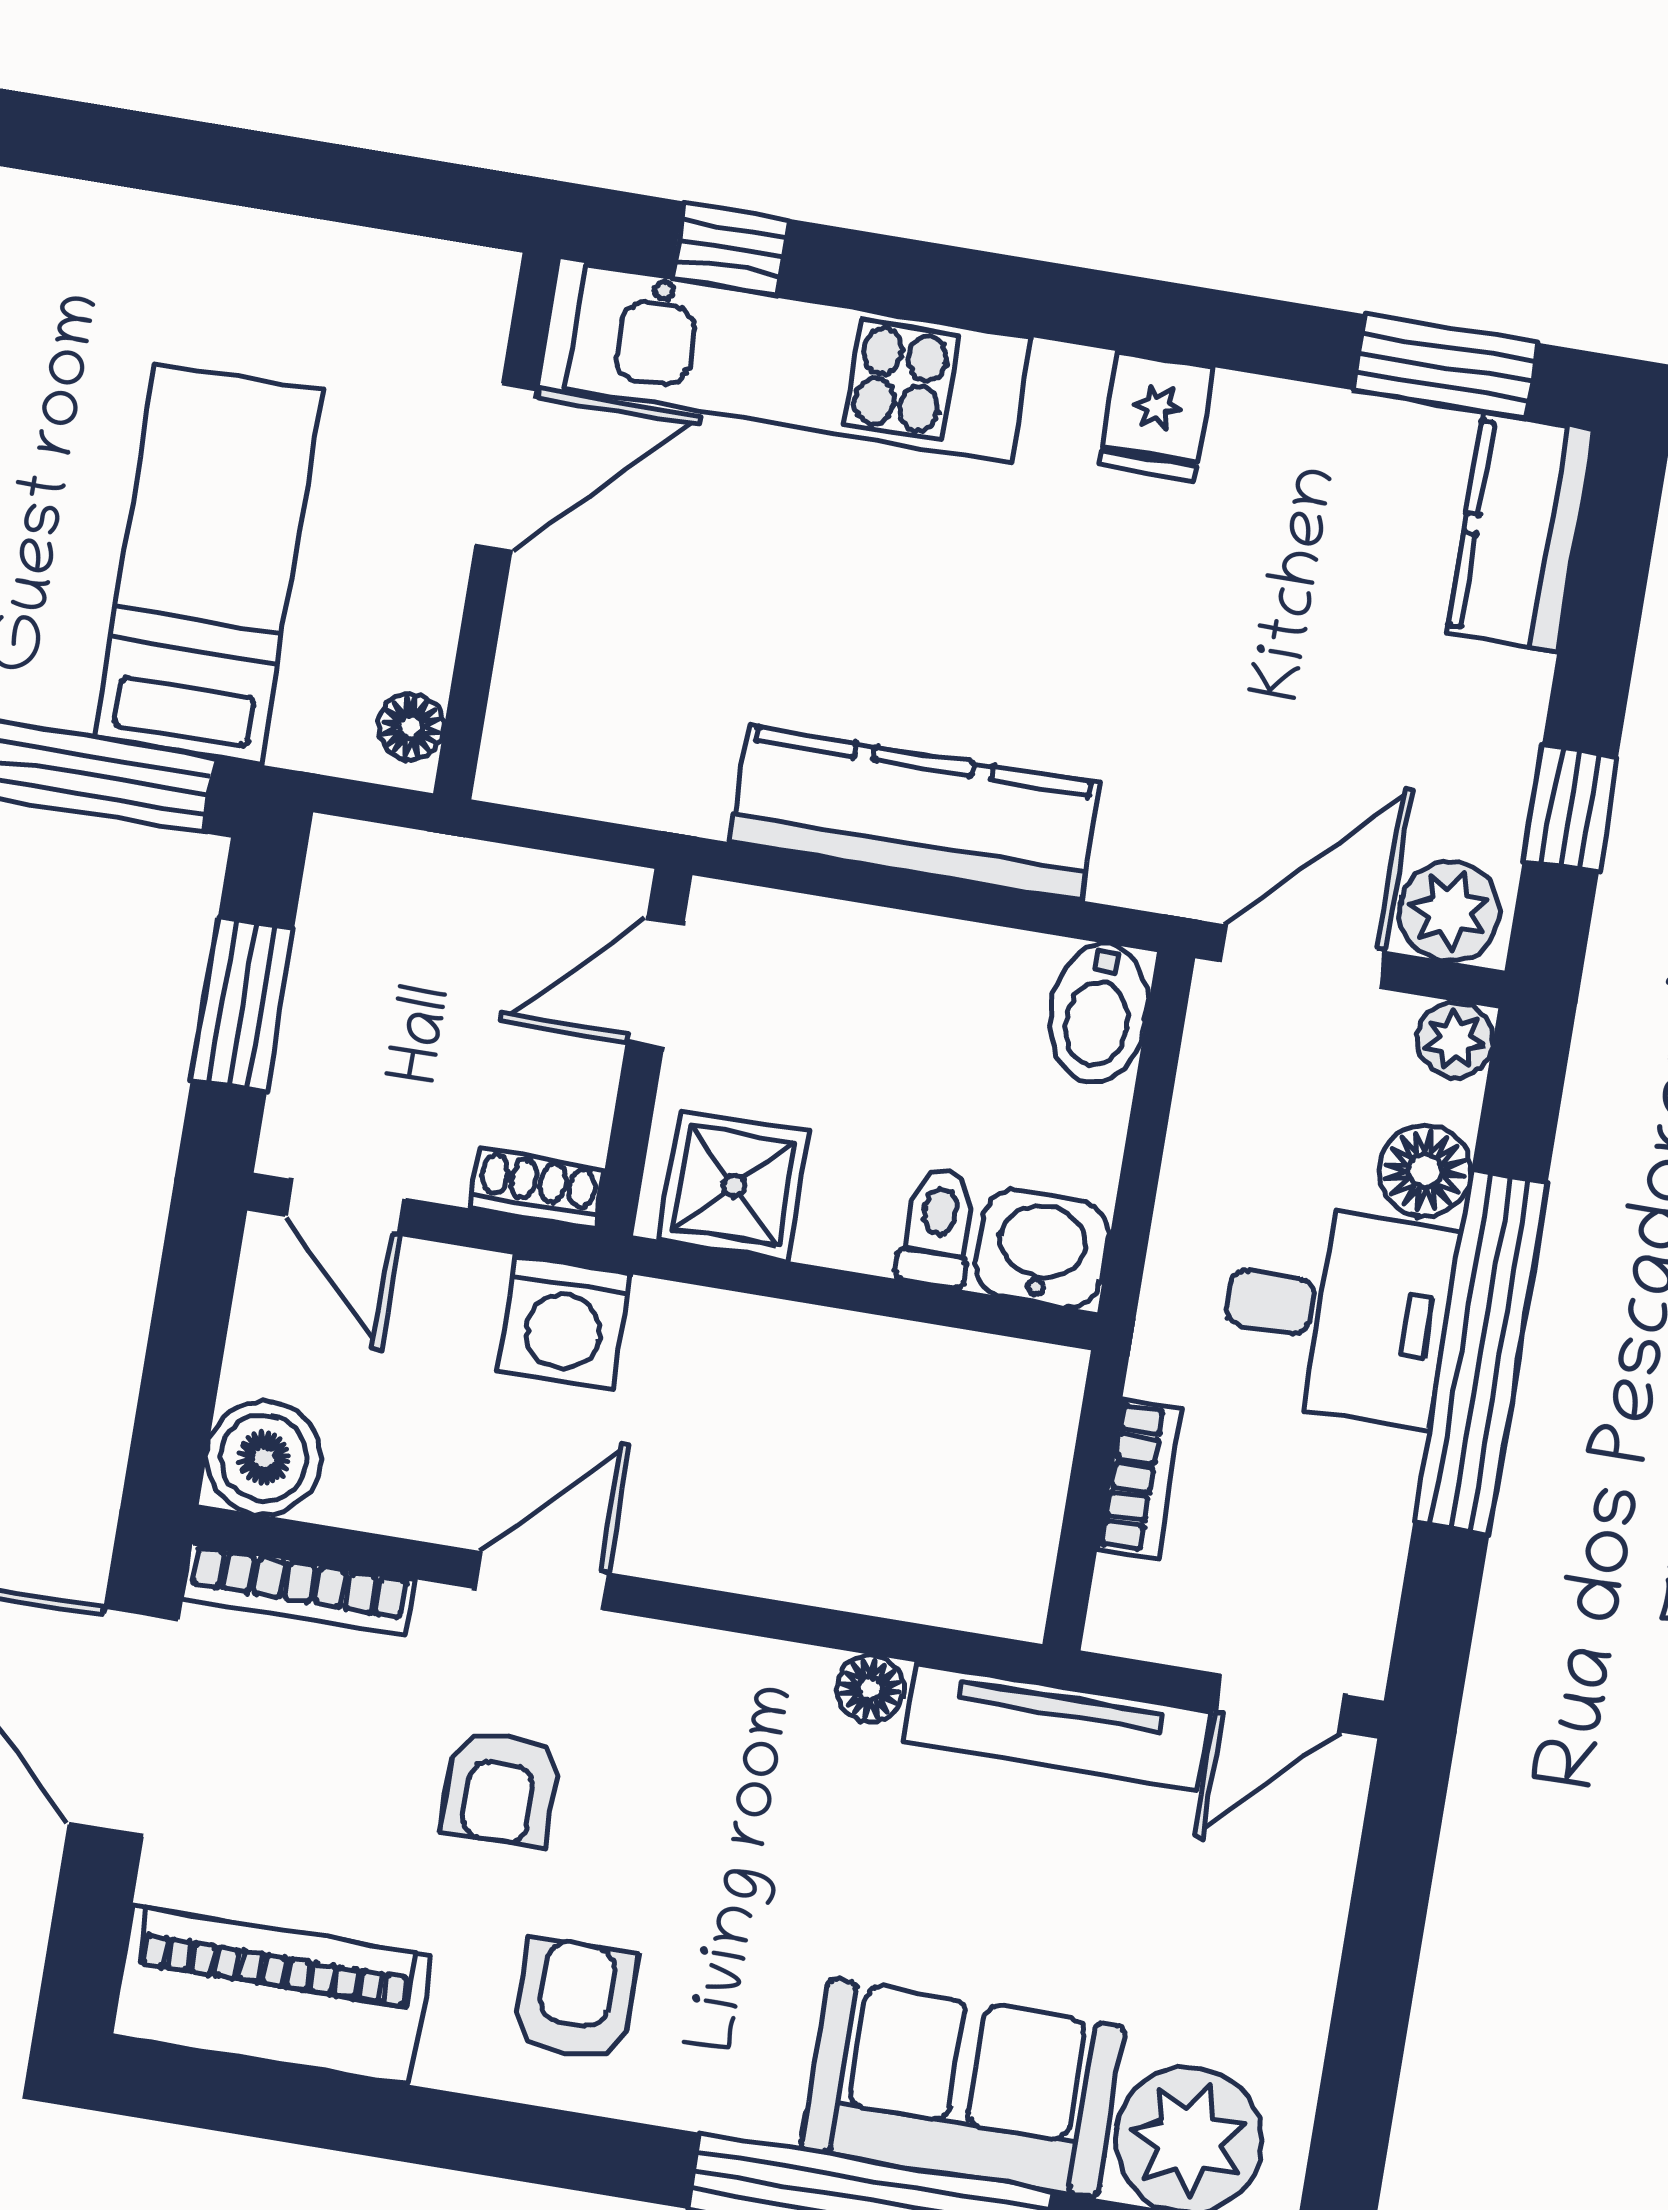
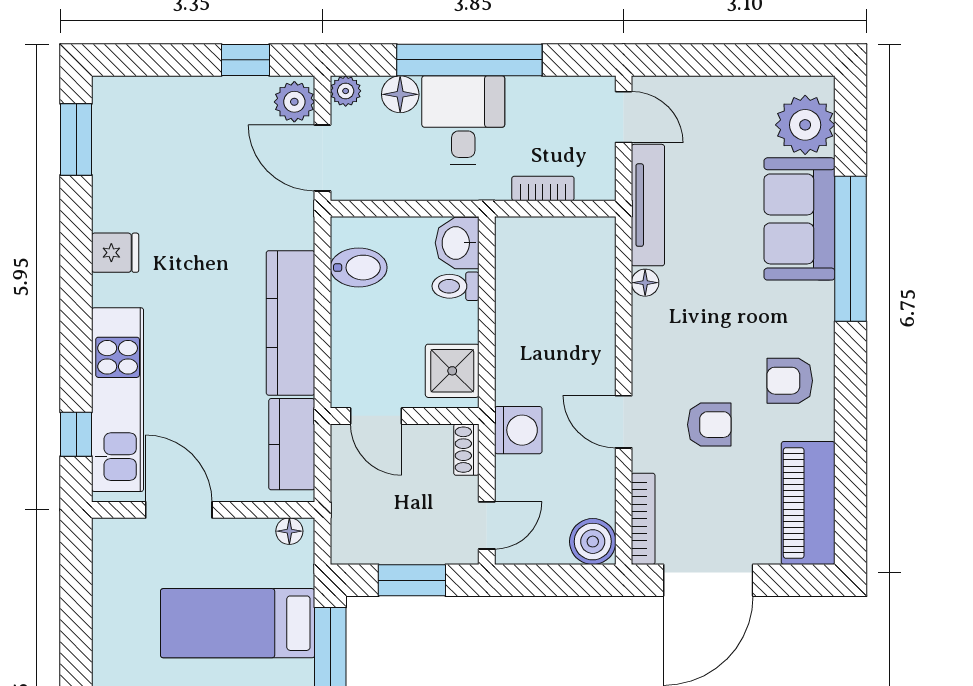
kitchen counter: (1520, 532) -> (292, 444), moved, turned 90
bidet: (1098, 1013) -> (359, 268), moved

